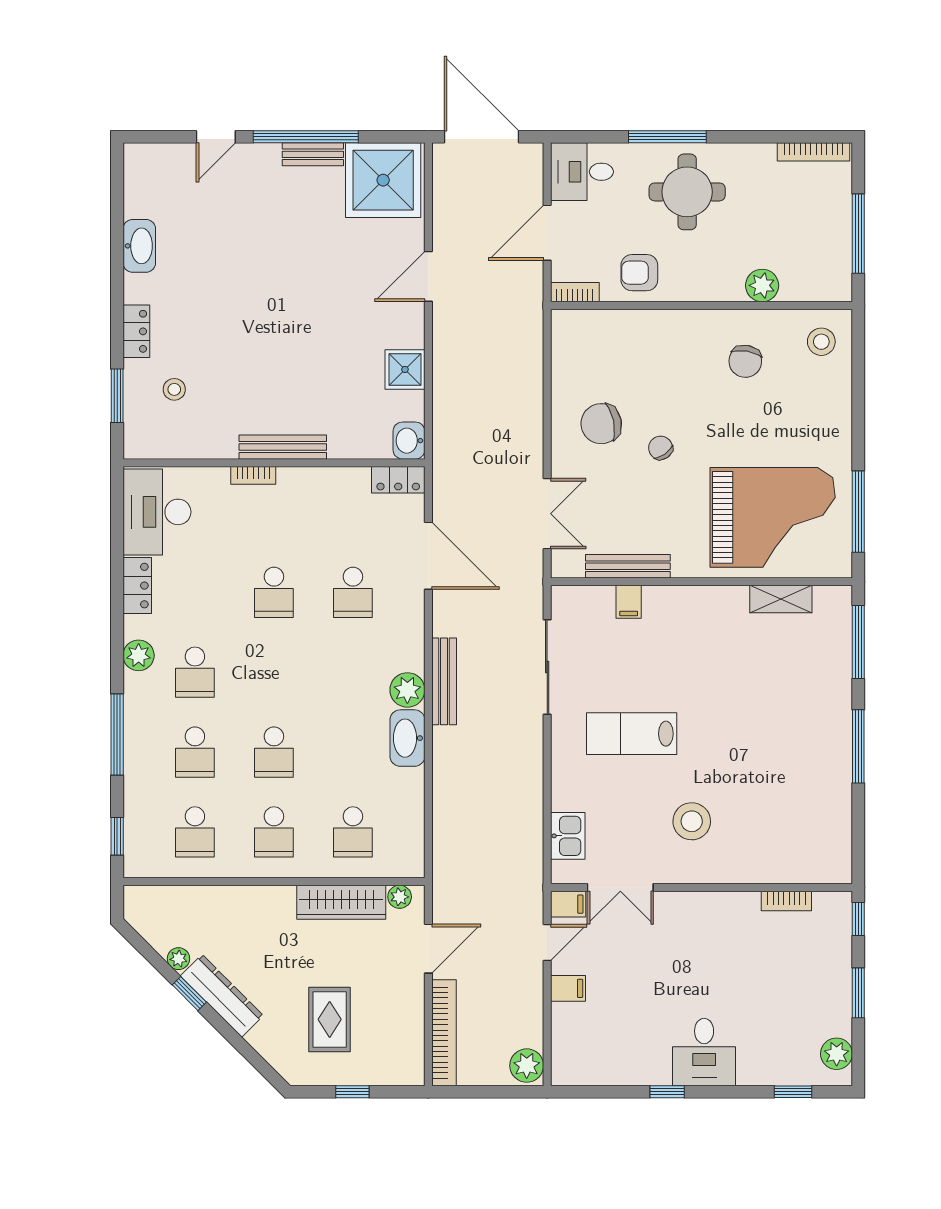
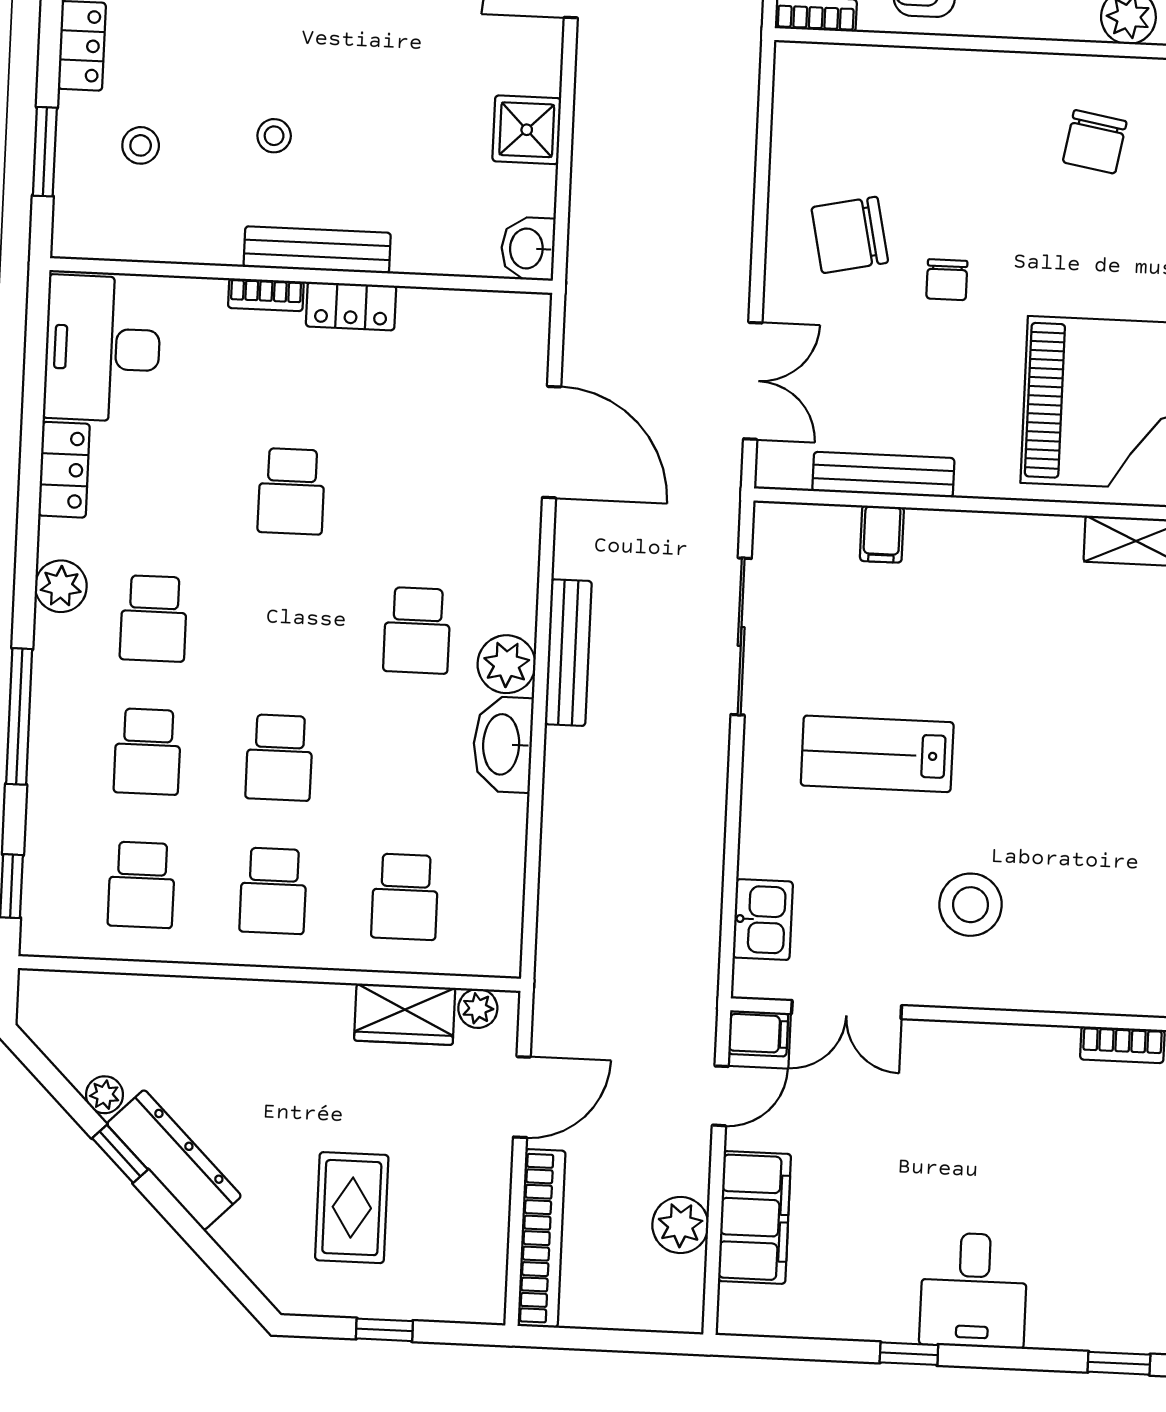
stool: (254, 380) -> (274, 136), added
chair: (661, 448) -> (947, 280), turned -145
locker: (398, 480) -> (351, 306), moved
school desk: (353, 592) -> (417, 630), moved
wardrobe: (341, 902) -> (405, 1014), width x0.67
filing cabinet: (568, 988) -> (754, 1217), width x3.00, depth x1.17
plant: (527, 1066) -> (680, 1225), moved

